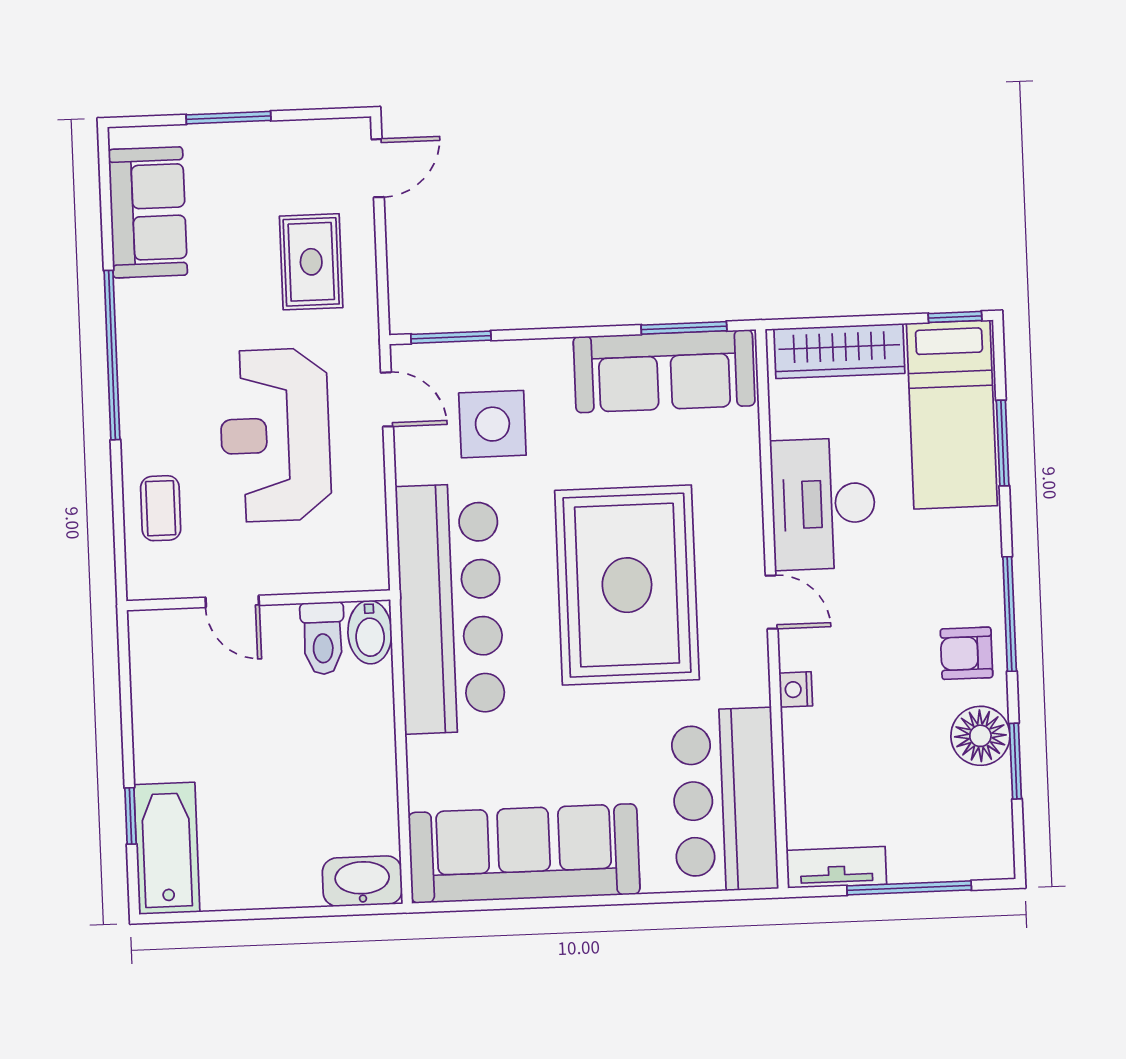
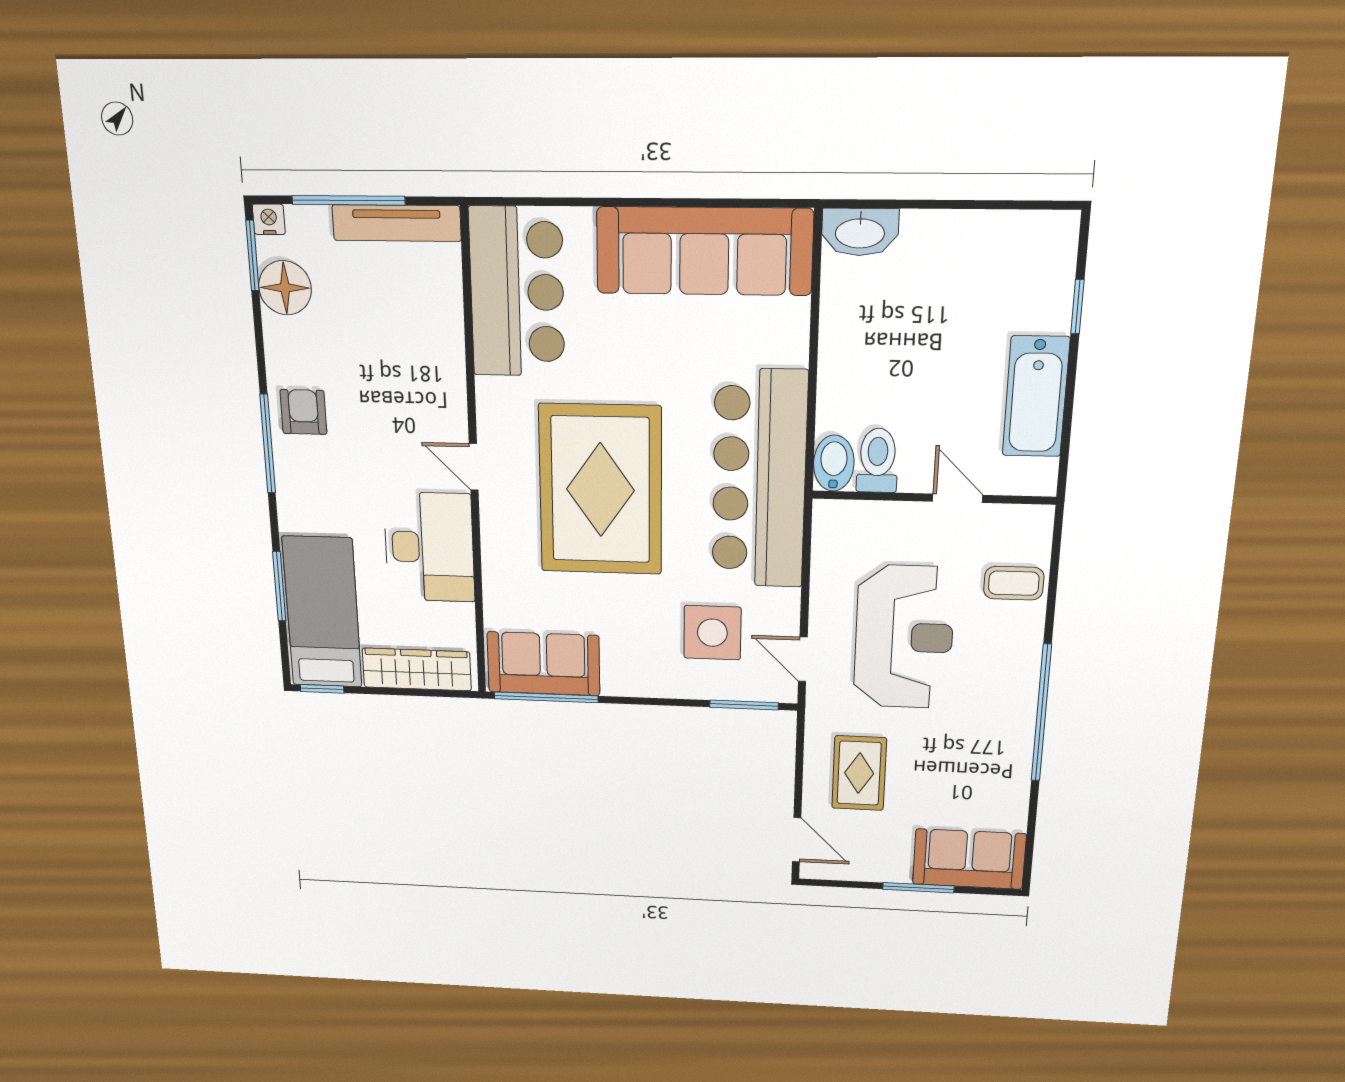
door: (378, 168) -> (797, 840), swing flipped
sofa: (148, 212) -> (969, 859), moved, turned 90
window: (684, 328) -> (546, 697), width x1.44
sofa: (664, 371) -> (544, 664), width x0.73
coffee table: (161, 508) -> (1014, 583), turned 90
armchair: (967, 653) -> (303, 412), turned -90
nightstand: (796, 689) -> (269, 219), moved, turned -90
floor lamp: (980, 736) -> (285, 288), moved
window: (1015, 761) -> (252, 256), moved
bathtub: (167, 848) -> (1036, 397), moved
tv unit: (836, 867) -> (397, 223), width x1.41

